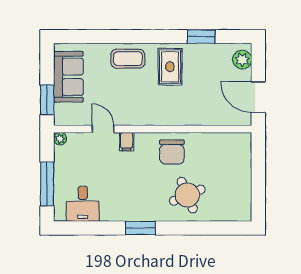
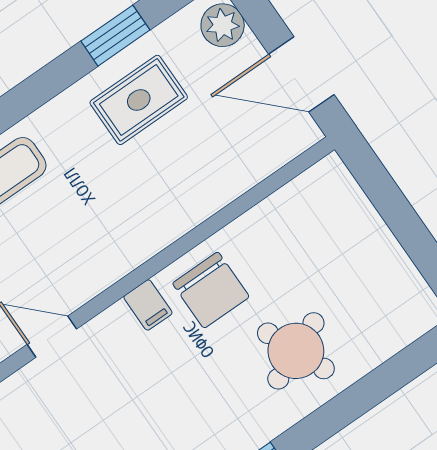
rug: (170, 67) -> (139, 100), moved, turned 90
filing cabinet: (127, 142) -> (148, 305), moved

